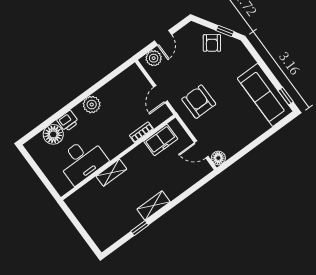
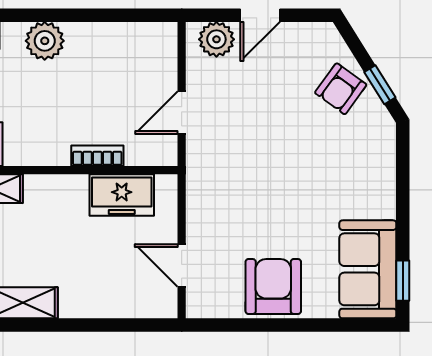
sofa: (265, 95) -> (368, 269), width x0.73
armchair: (199, 102) -> (273, 286), moved
floor lamp: (218, 158) -> (201, 303), removed

